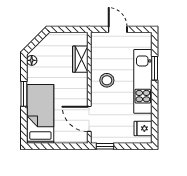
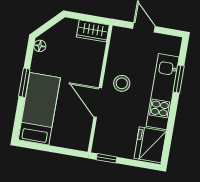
wardrobe: (80, 59) -> (93, 31), moved, turned -90
door: (89, 119) -> (98, 103), moved
fridge: (143, 128) -> (150, 145), width x1.88, depth x1.34

